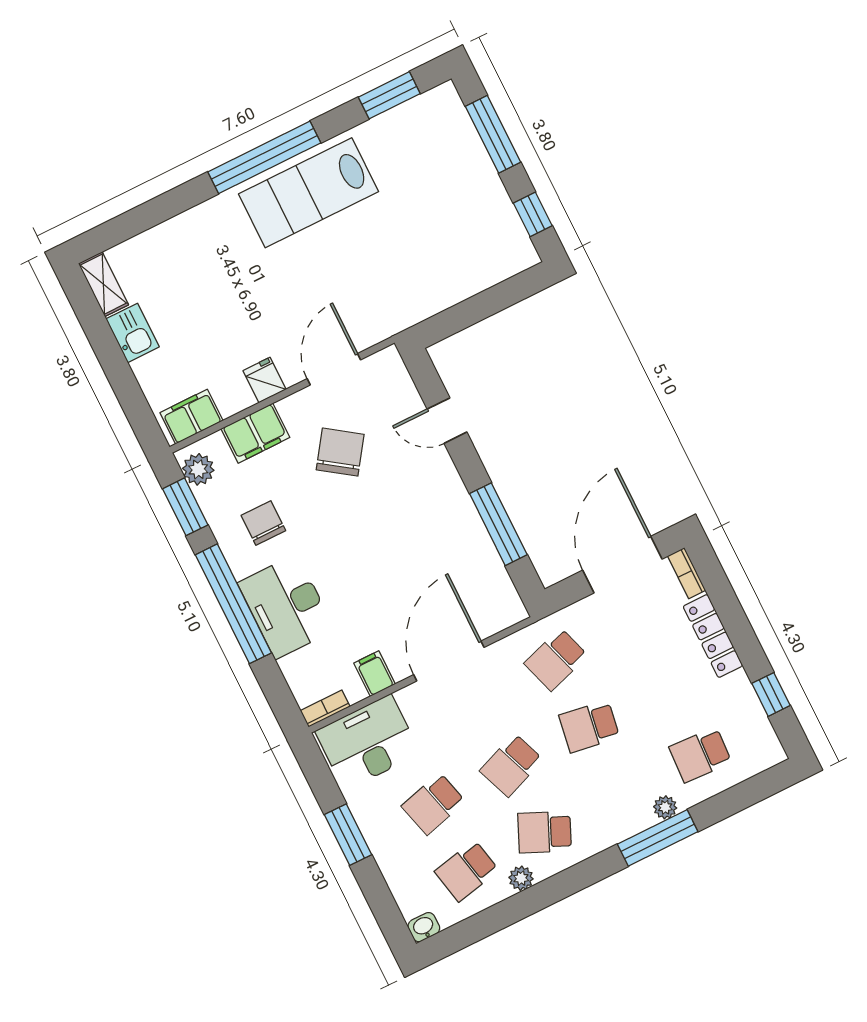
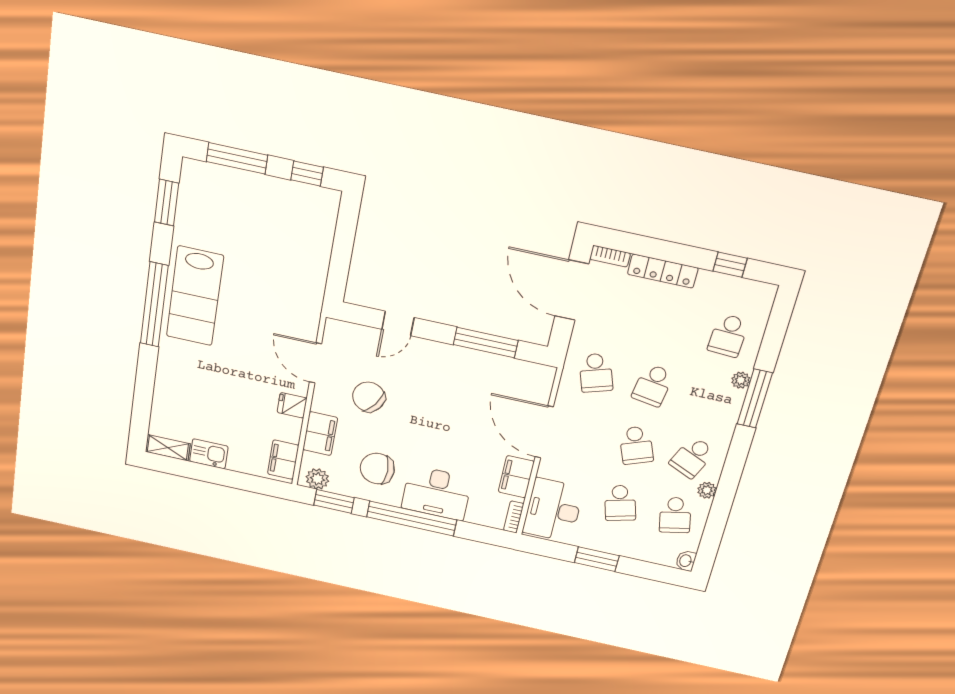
chair: (263, 523) -> (377, 469), width x1.37, depth x1.37
filing cabinet: (375, 674) -> (516, 477), width x2.00

